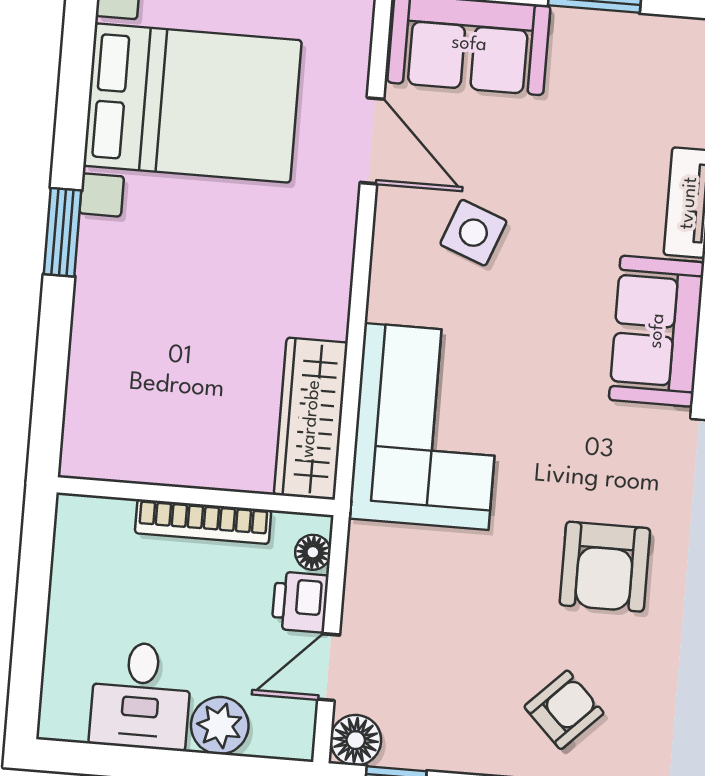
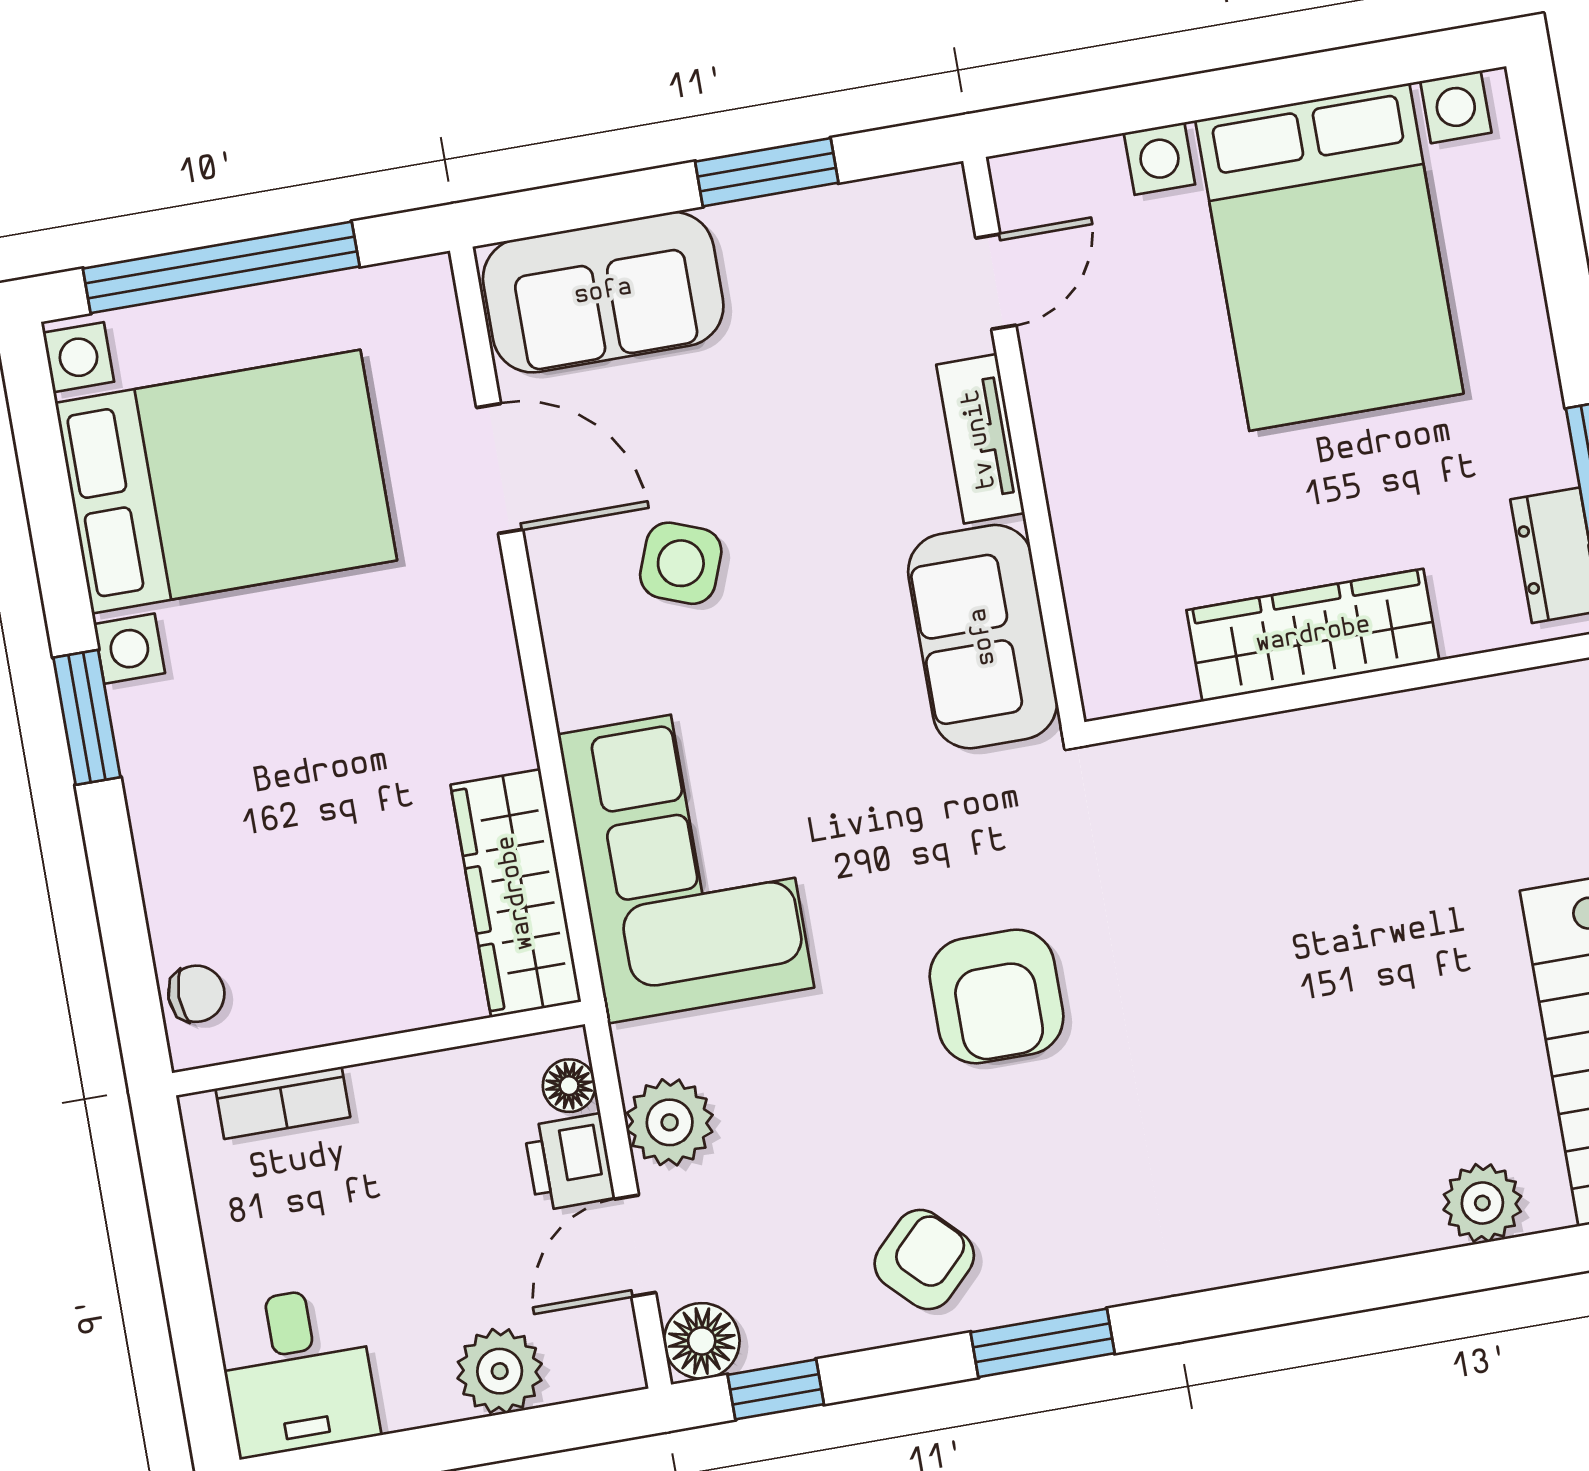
chair: (87, 430) -> (196, 994), added
bookcase: (203, 522) -> (283, 1103), moved, width x0.64
plant: (372, 593) -> (670, 1122), added
desk: (141, 696) -> (297, 1371), moved
armchair: (564, 710) -> (924, 1259), moved

